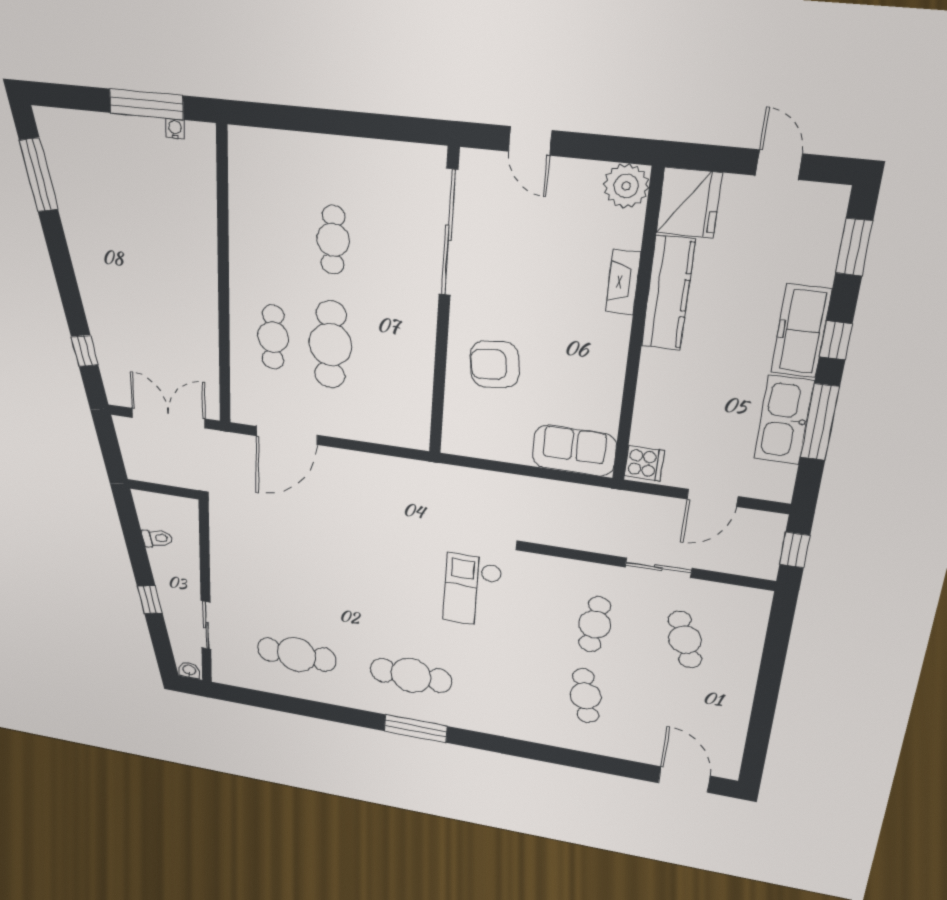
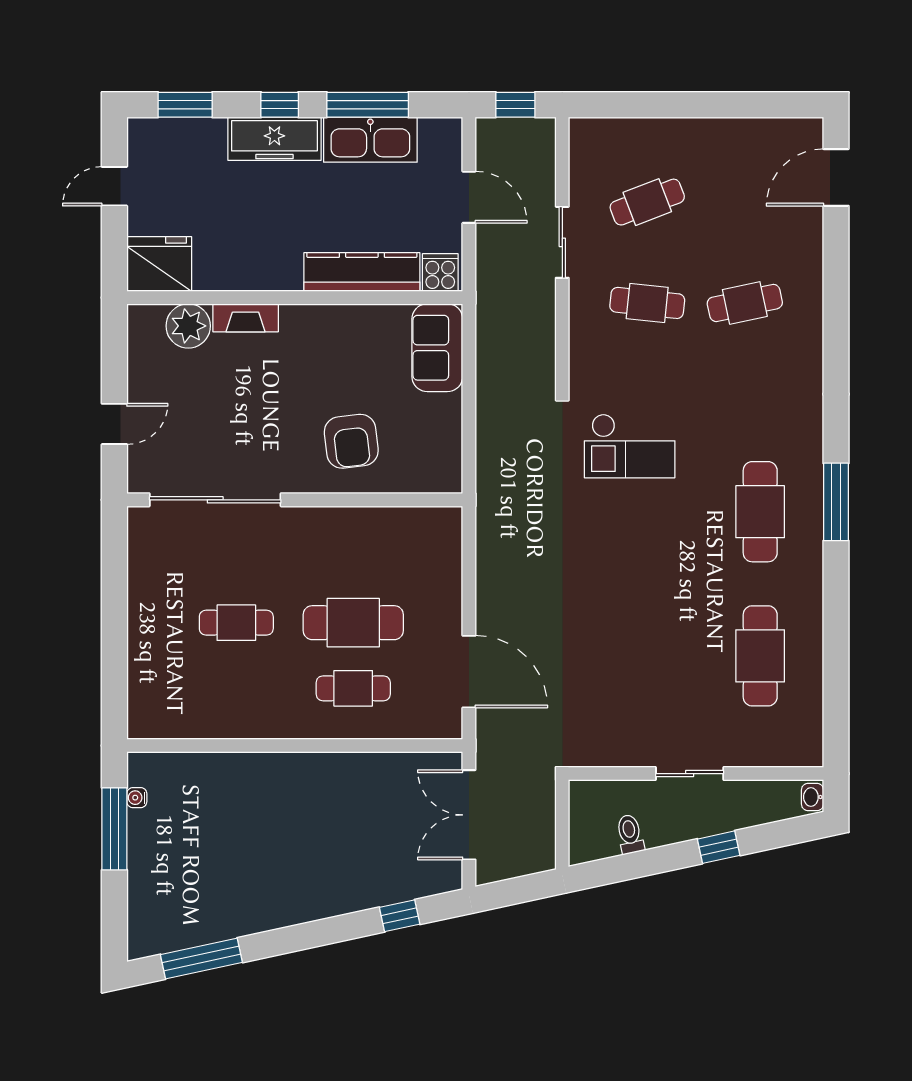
plant: (626, 186) -> (188, 326), moved
kitchen counter: (668, 294) -> (362, 272), moved
sliding door: (206, 625) -> (690, 774), moved

